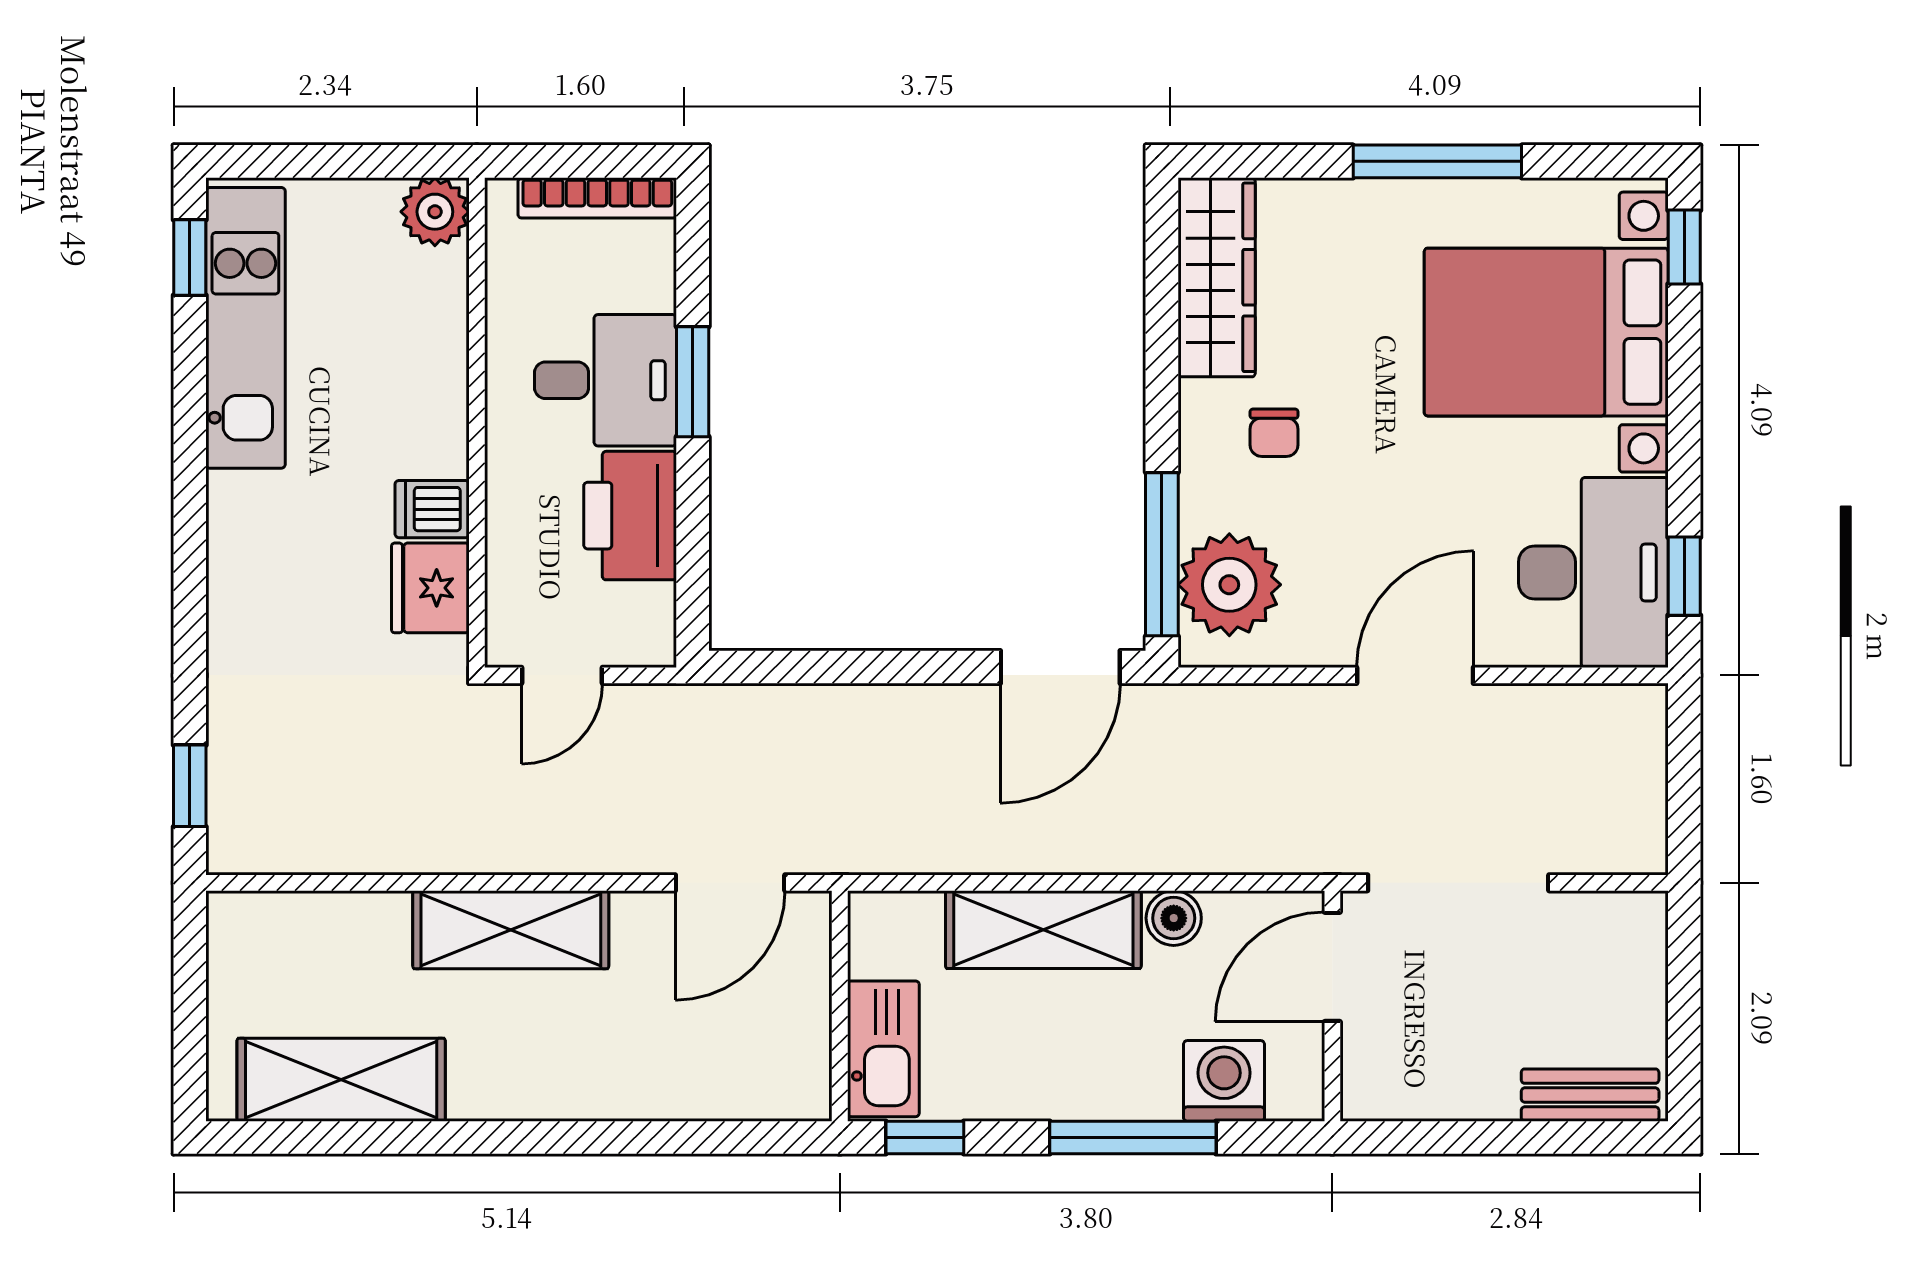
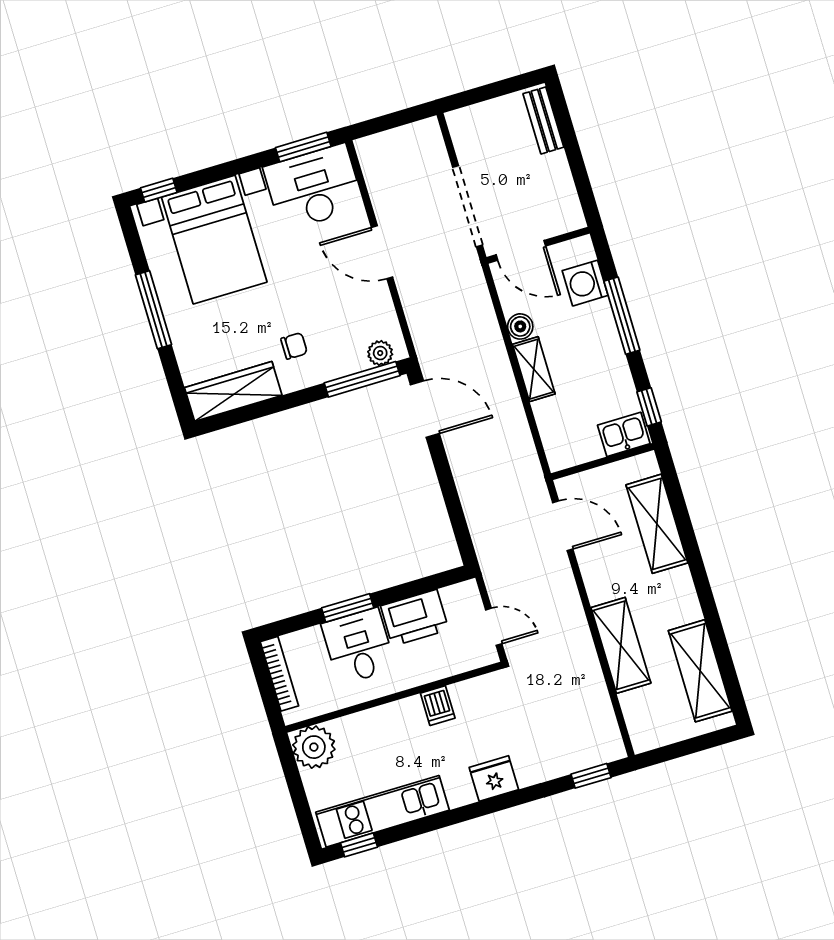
plant: (435, 212) -> (314, 747), width x1.36, depth x1.36
window: (1684, 576) -> (303, 147), width x1.50
plant: (1229, 585) -> (380, 353), width x0.53, depth x0.53
fridge: (430, 588) -> (494, 778), moved, turned 180
shelving: (511, 930) -> (621, 645), moved
shelving: (1043, 930) -> (534, 369), width x0.67, depth x0.75
kitchen sink: (883, 1049) -> (624, 434), width x0.73
shelving: (676, 1081) -> (657, 524), added

